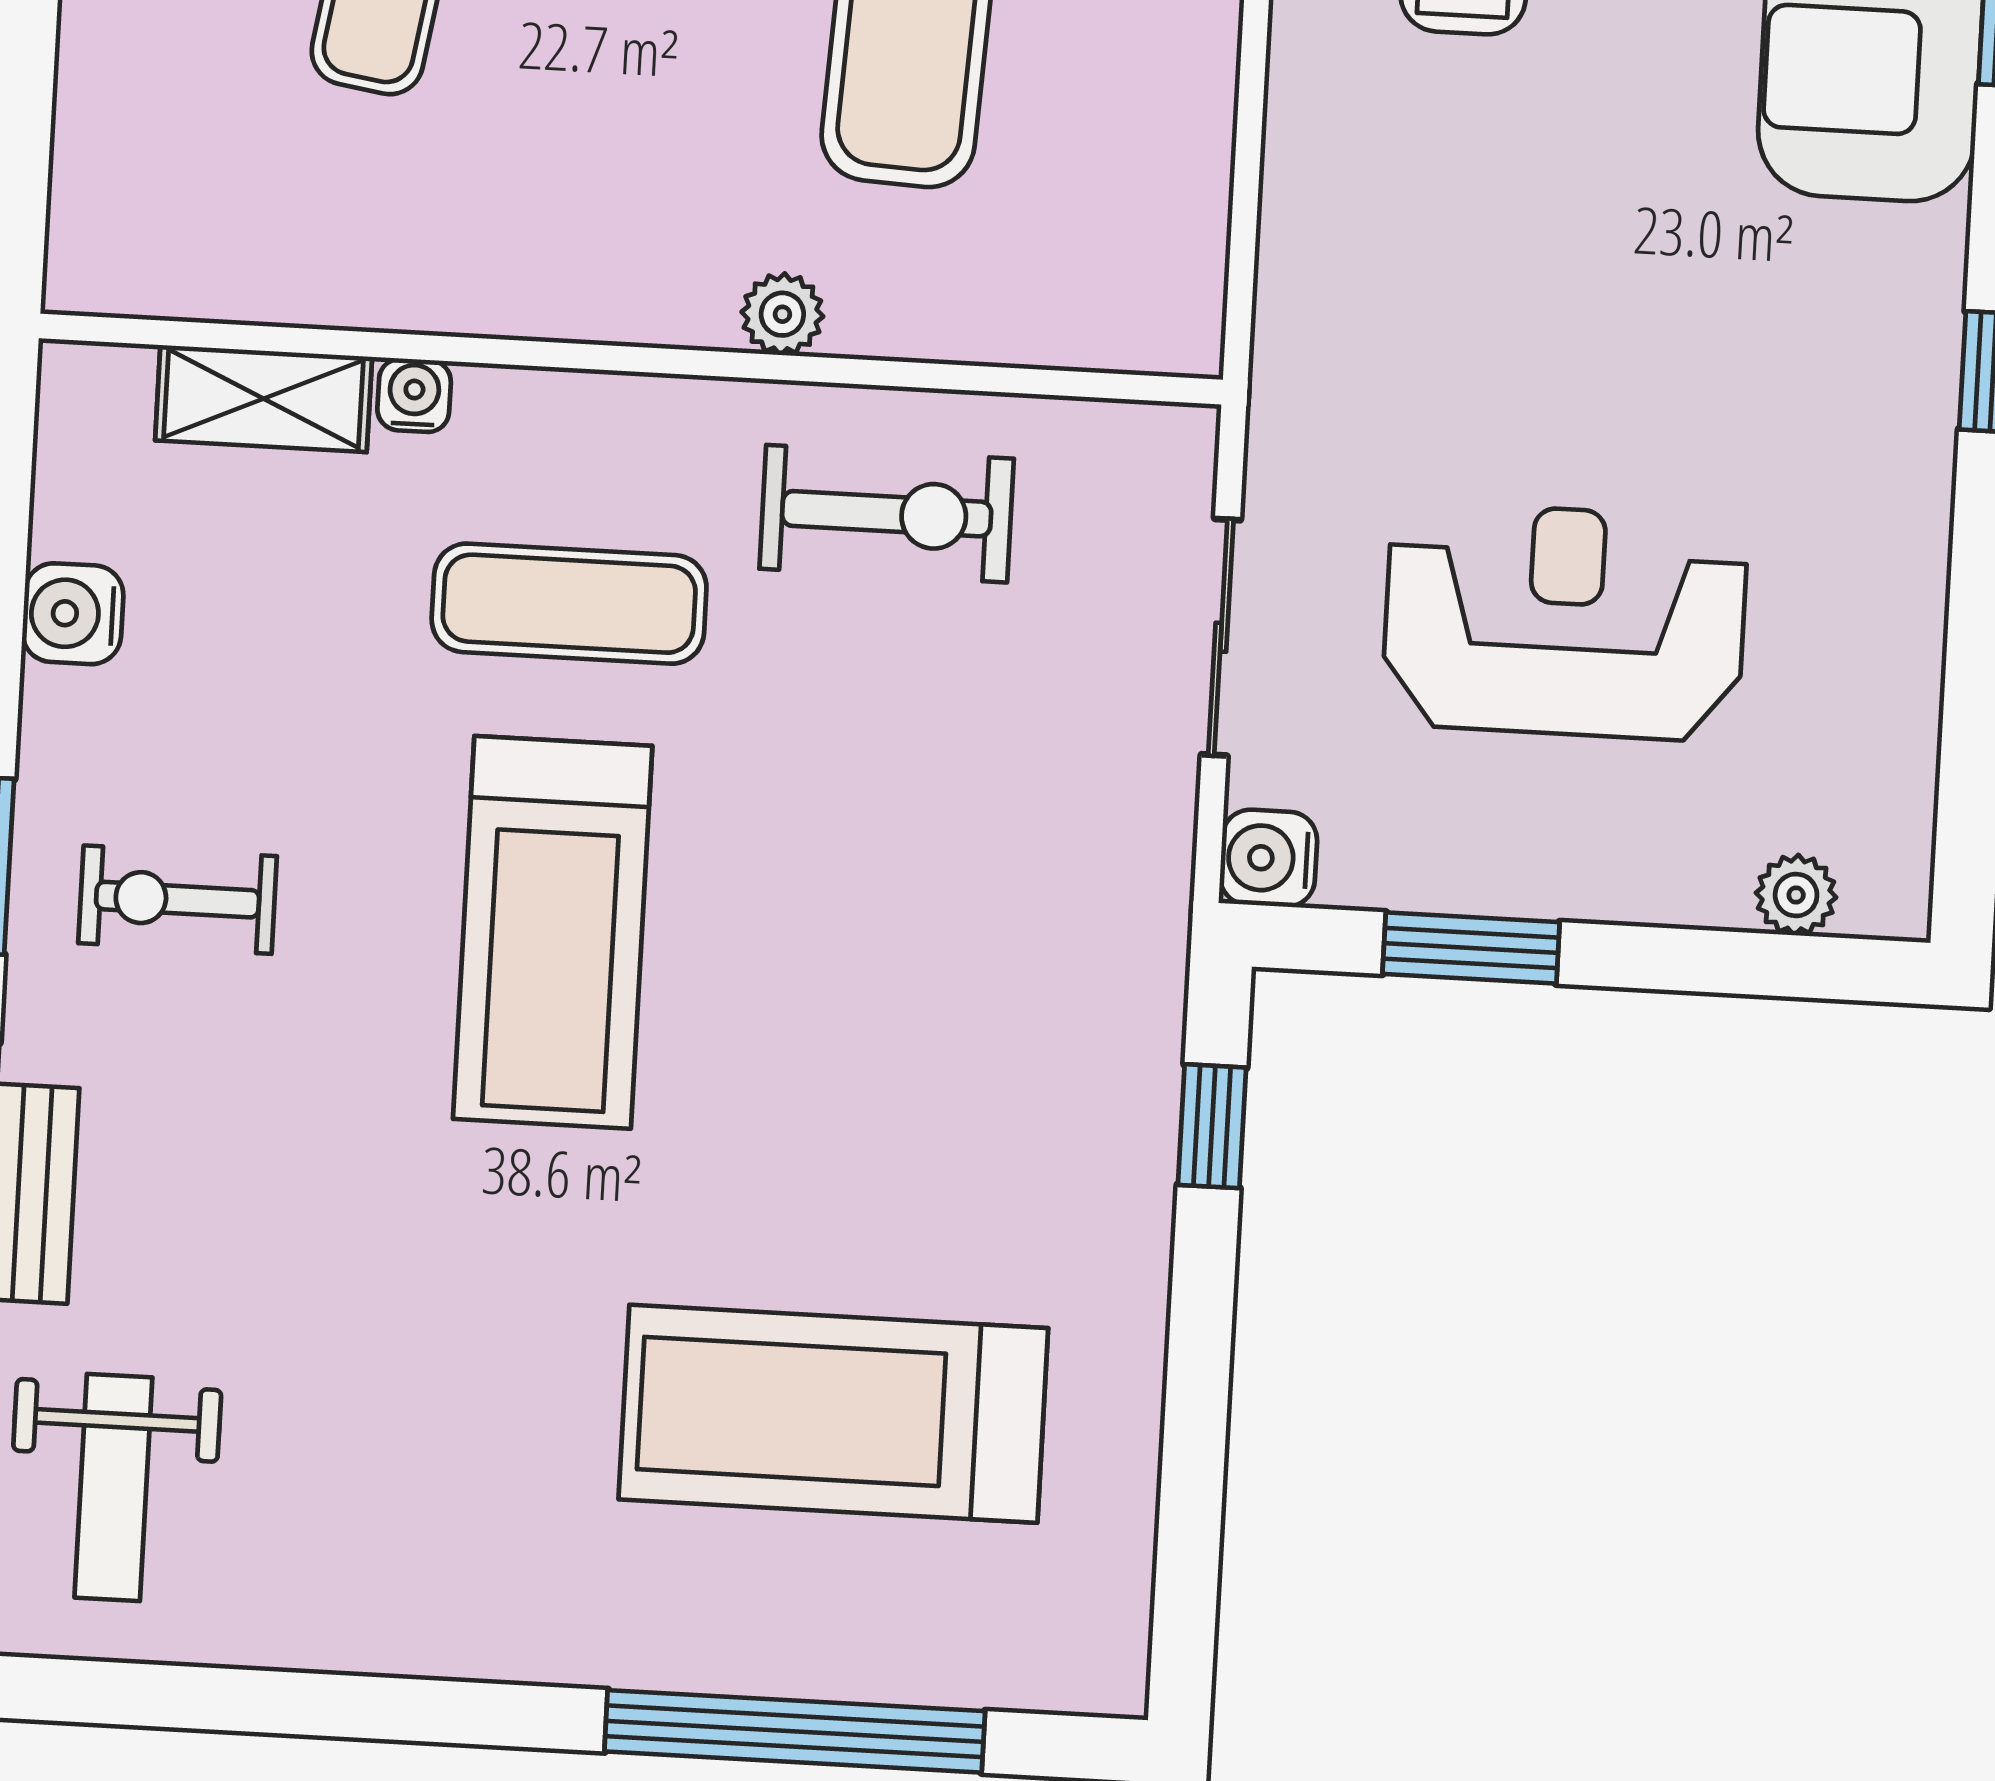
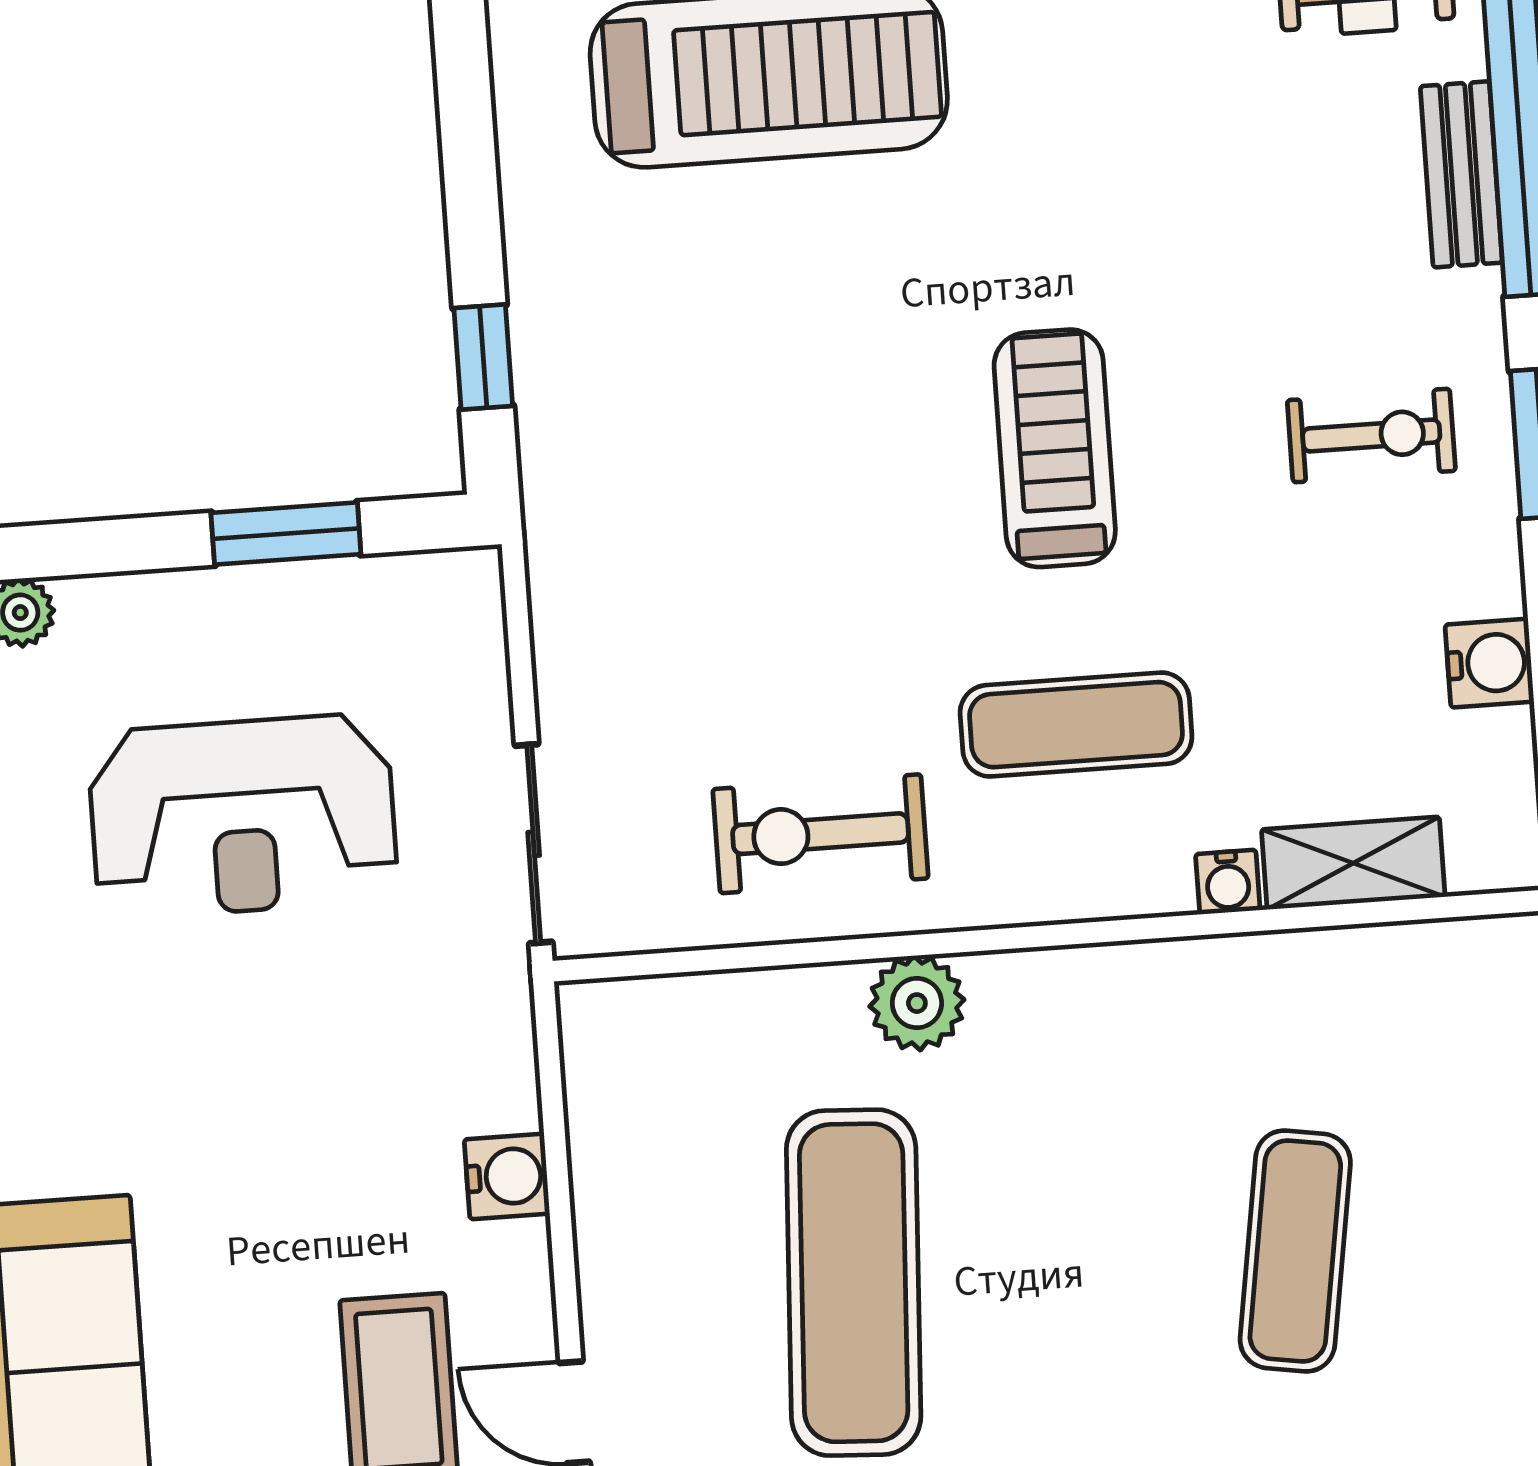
plant: (782, 314) -> (917, 1003), width x1.38, depth x1.38
sliding door: (1221, 637) -> (534, 844), moved
water cooler: (1268, 858) -> (507, 1176), moved
treadmill: (553, 932) -> (1055, 448), width x0.73, depth x0.73

